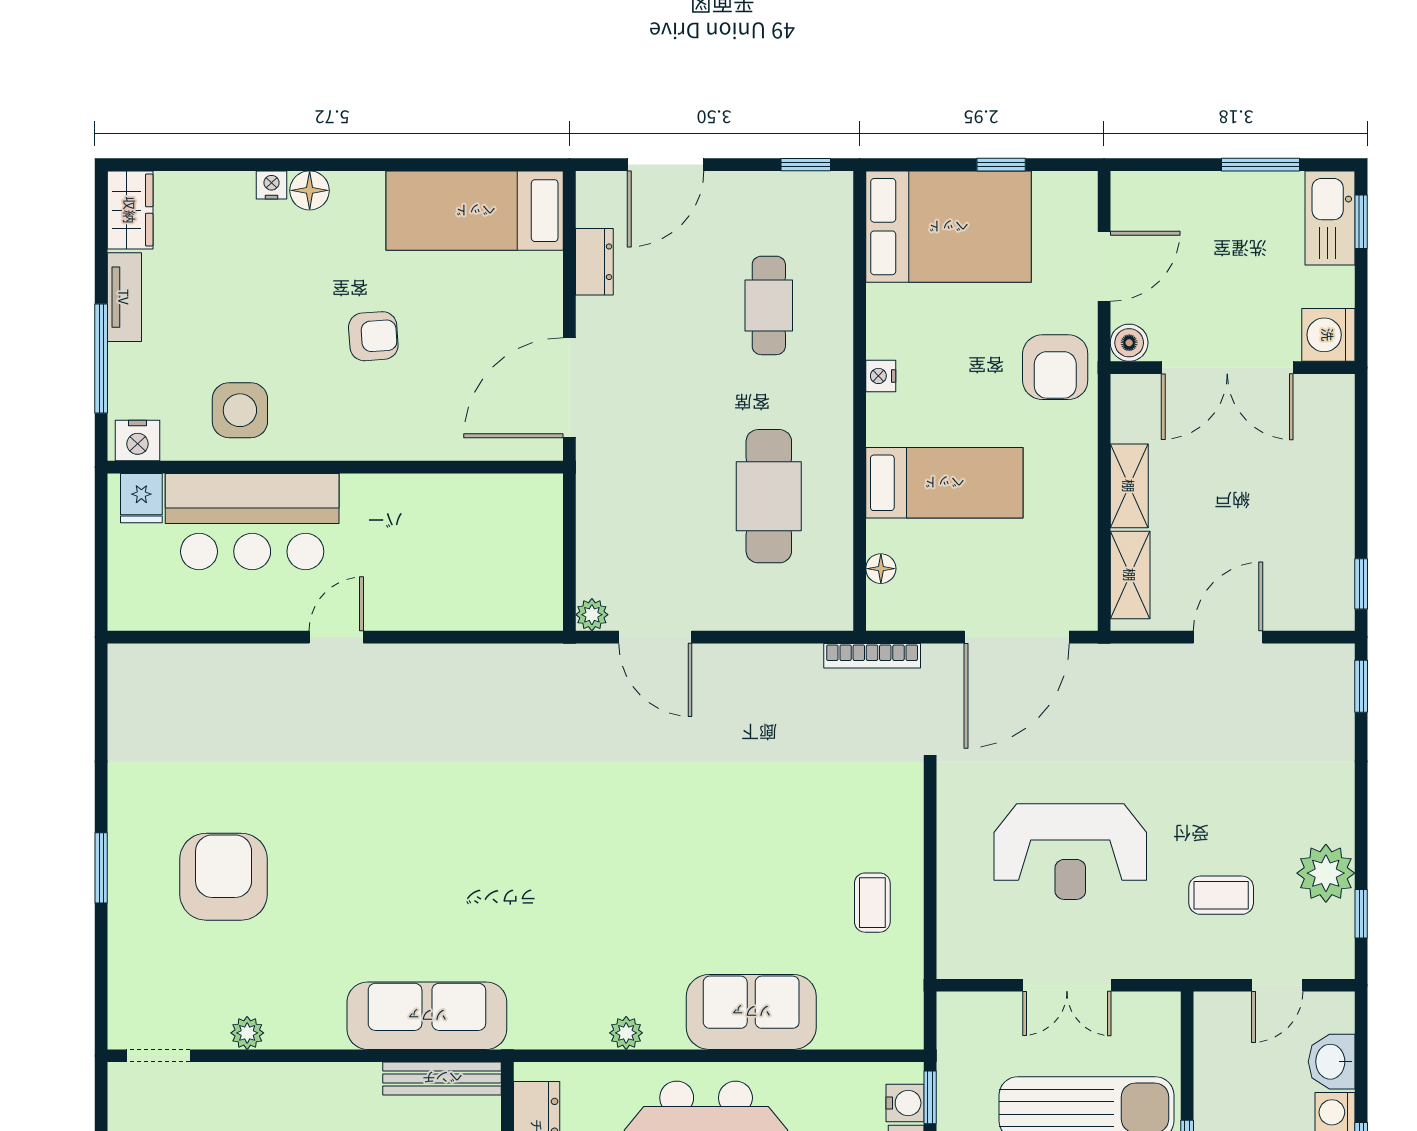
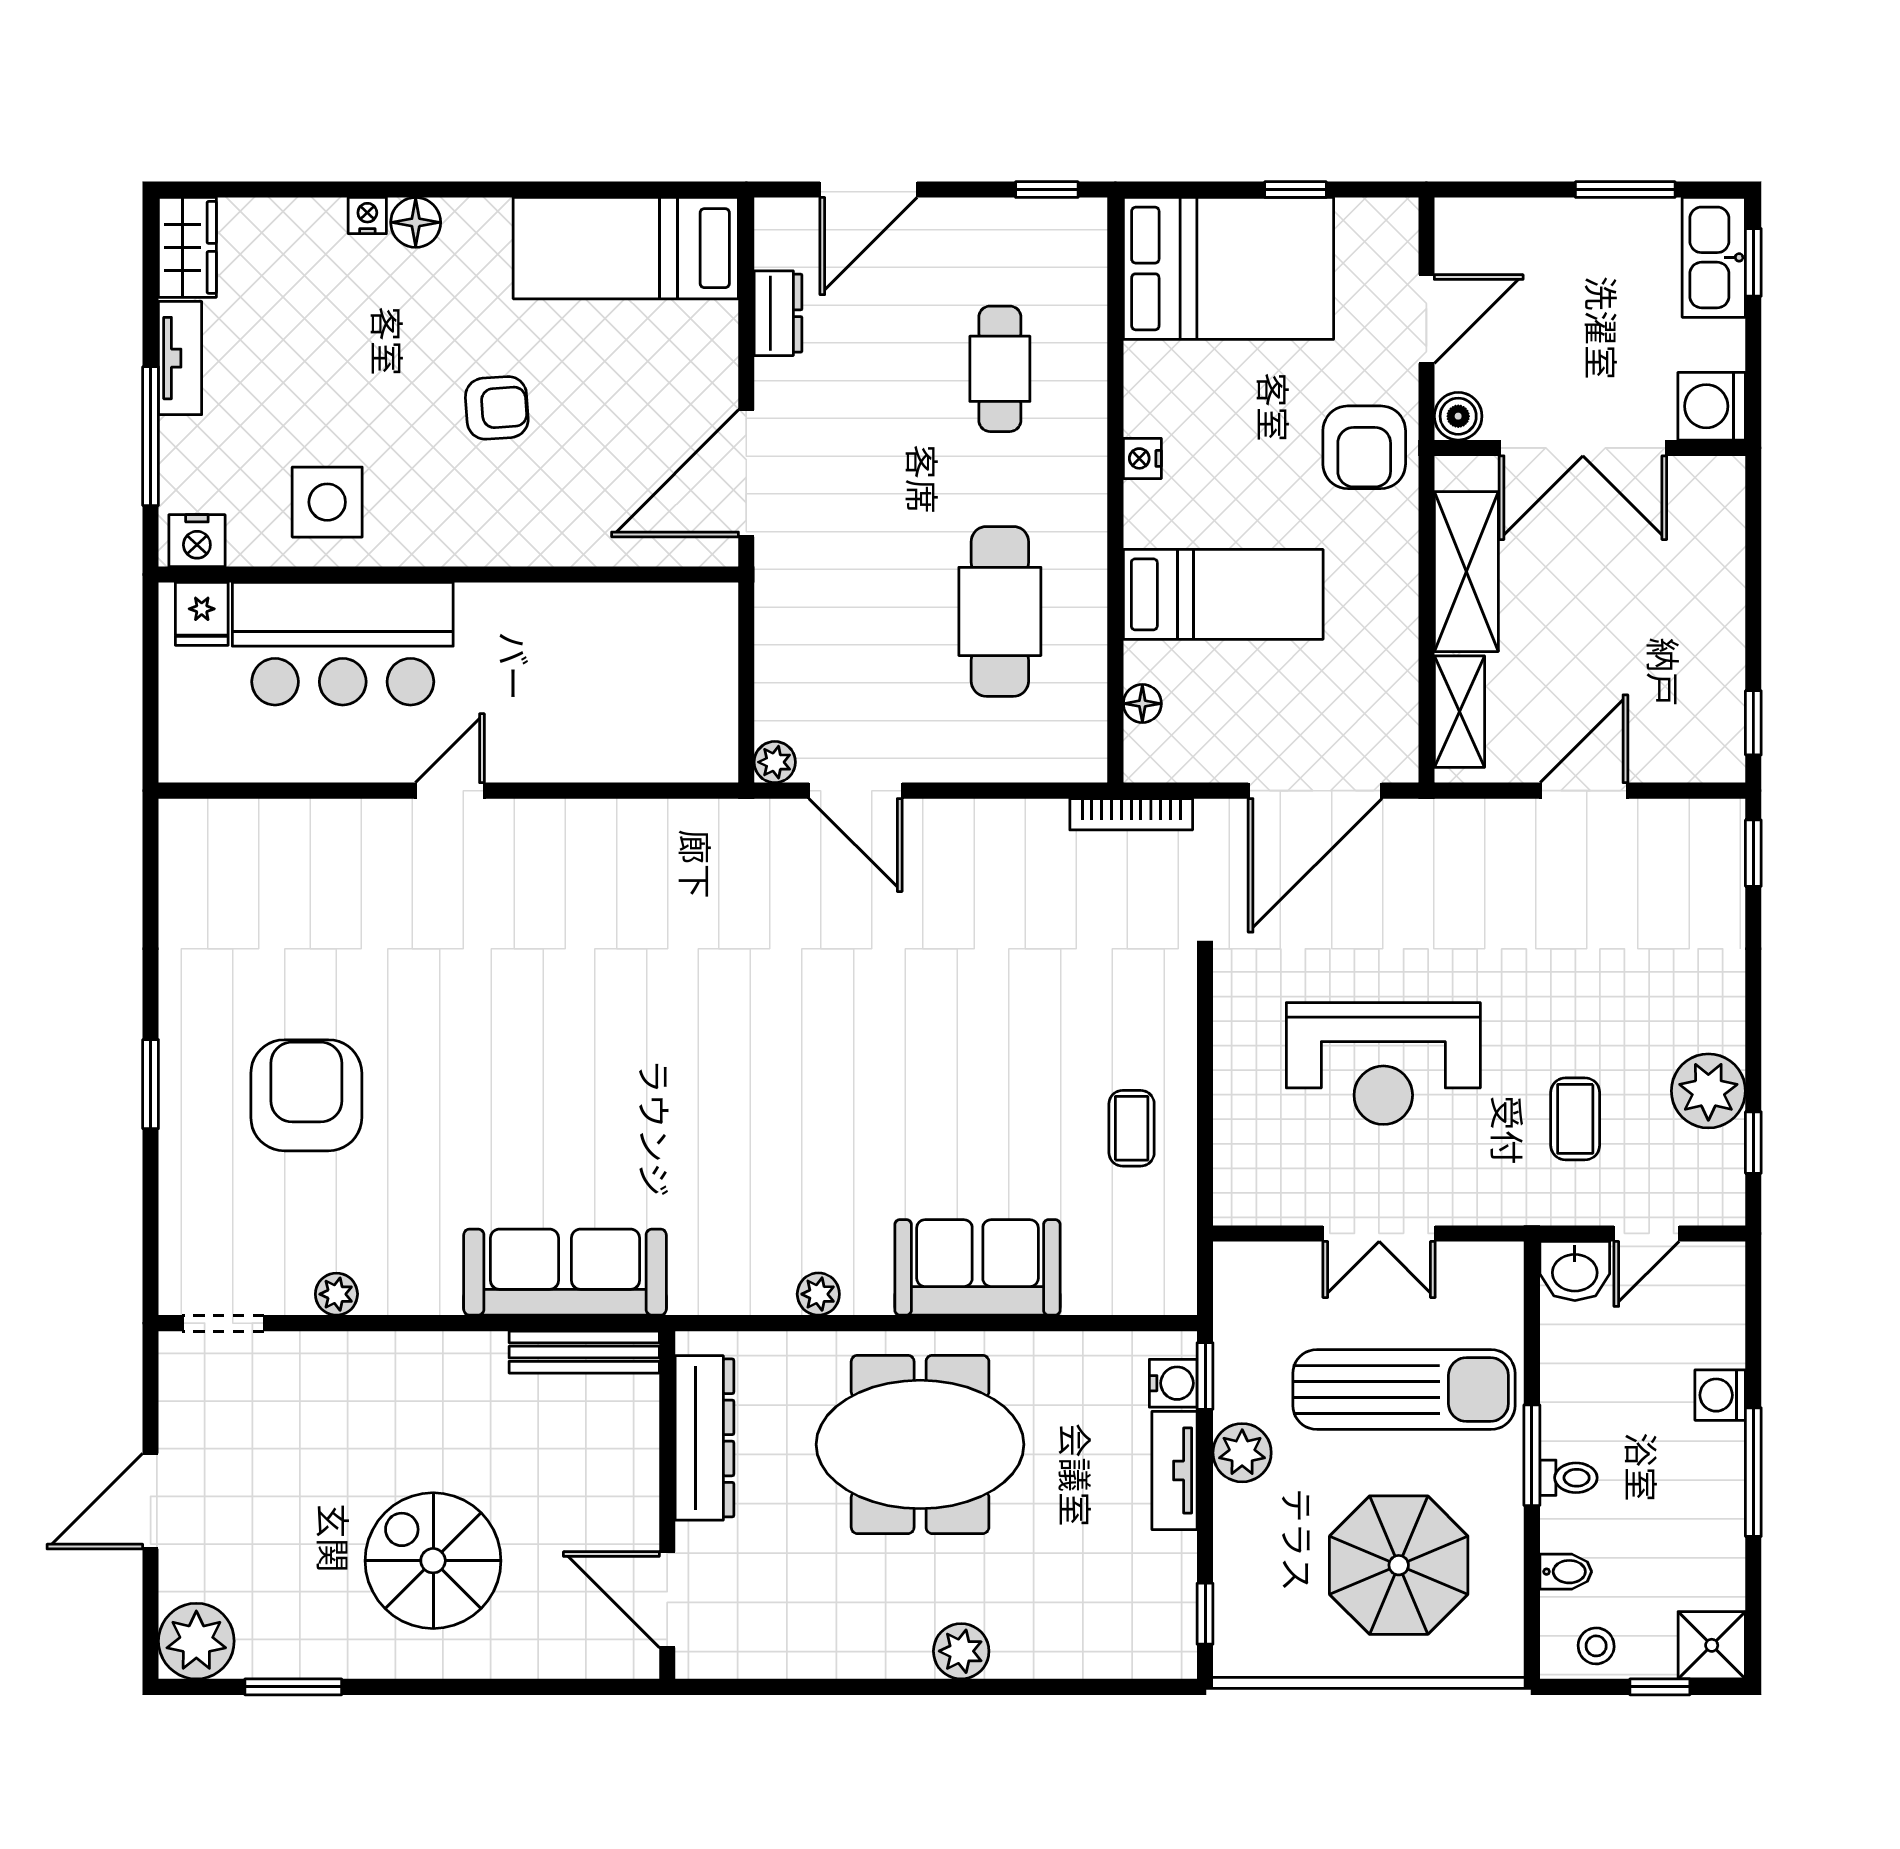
shelving: (1129, 486) -> (1466, 572), width x1.50, depth x1.33
coffee table: (1221, 895) -> (1575, 1119), turned 90
washbasin: (1332, 1062) -> (1575, 1271), moved, turned -90

